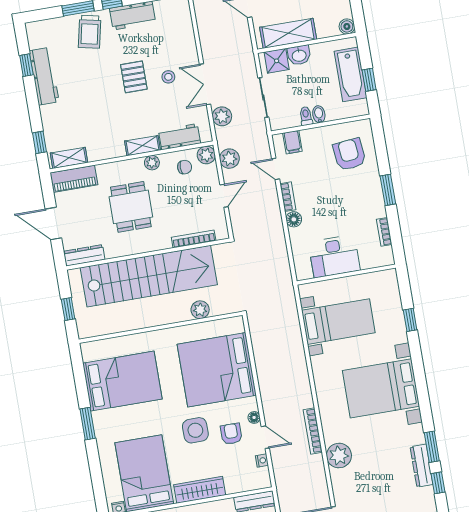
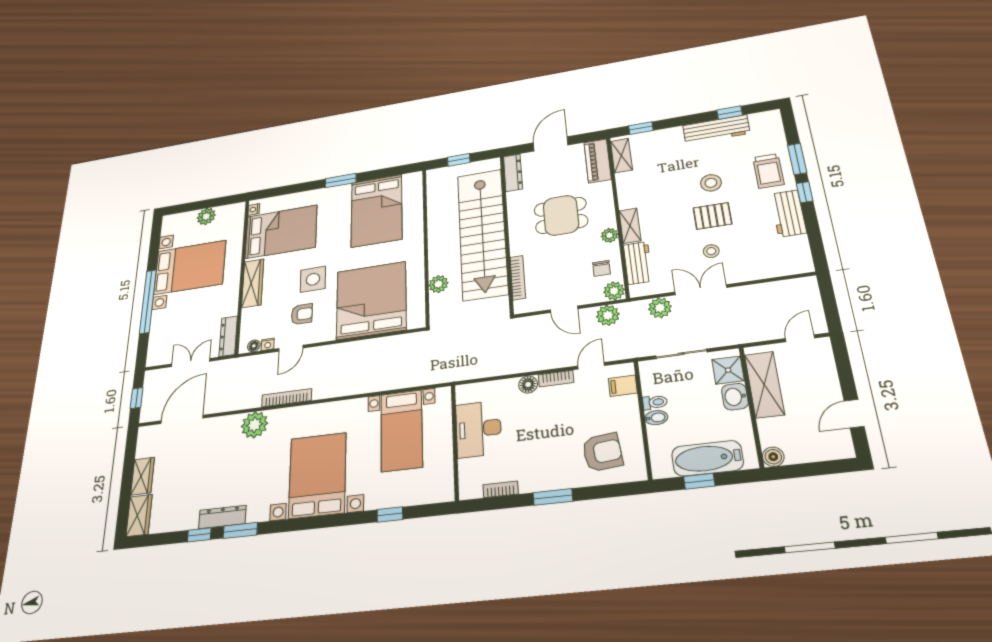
trolley: (90, 32) -> (768, 171), turned -102
stool: (100, 79) -> (711, 183), added
floor lamp: (254, 417) -> (254, 346), moved

